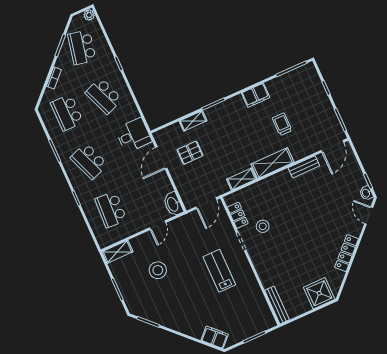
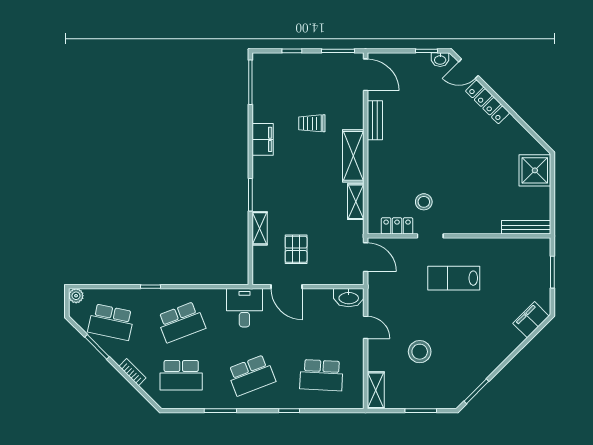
locker: (347, 253) -> (488, 102), moved

